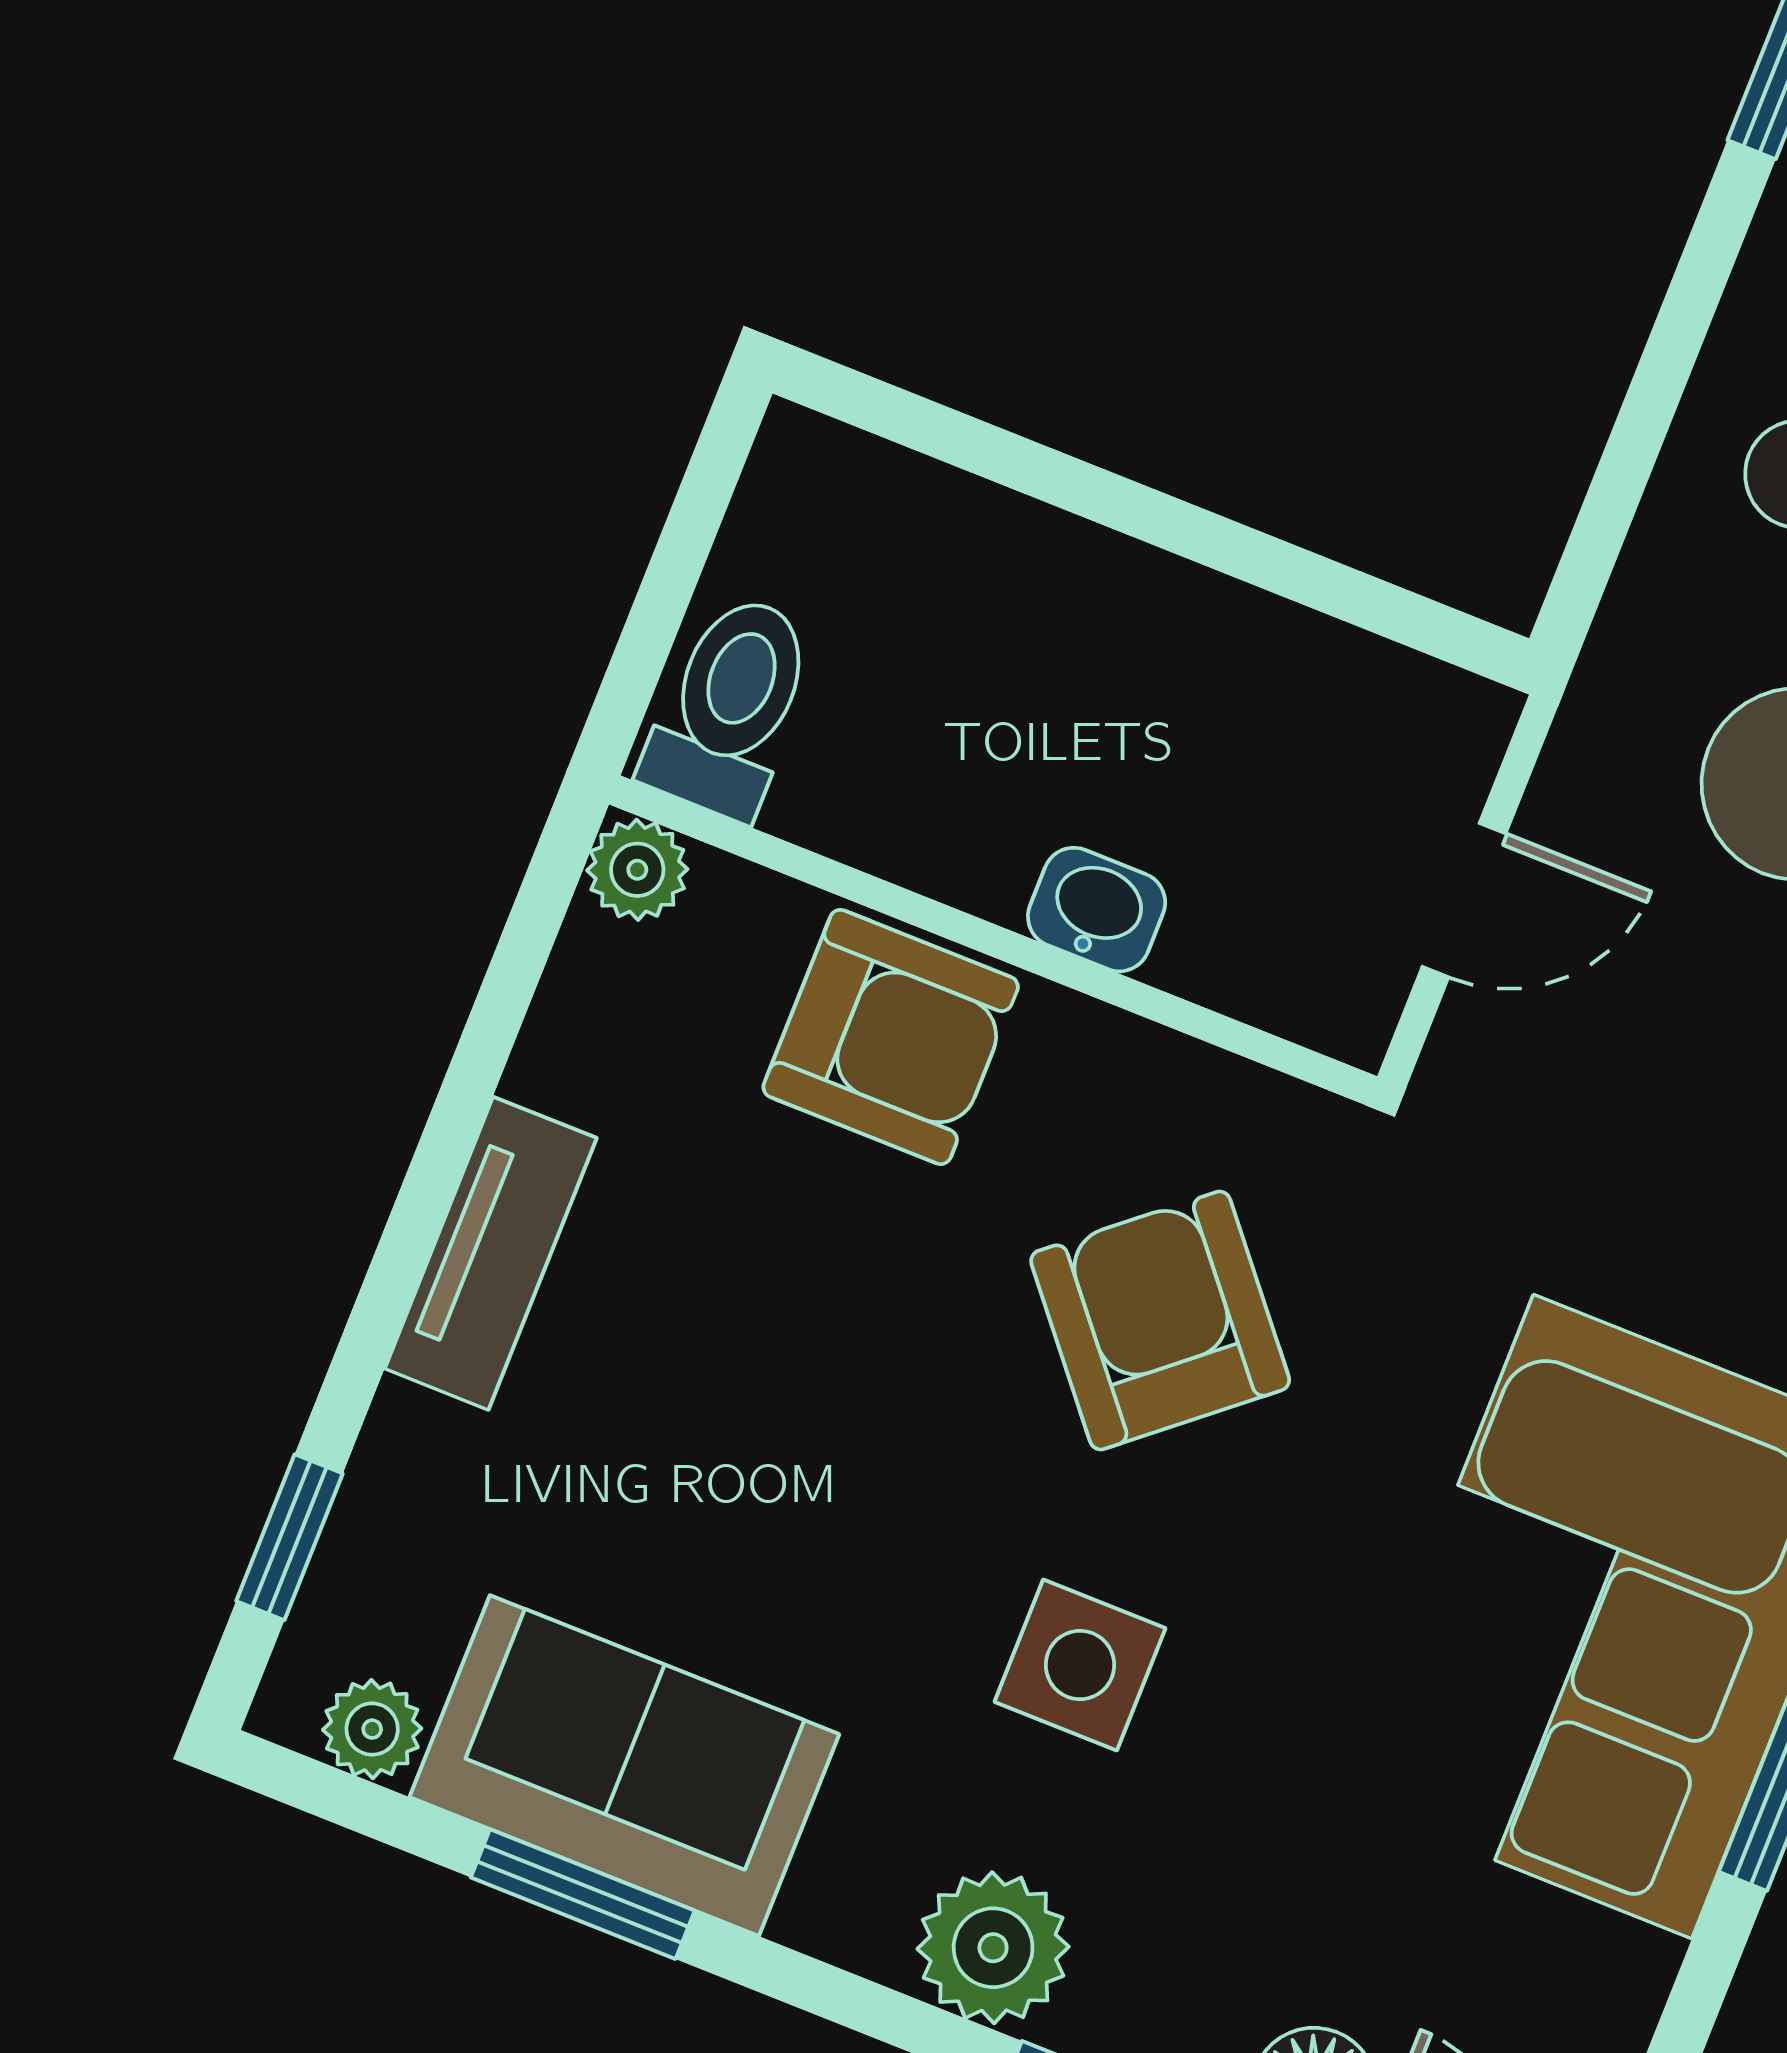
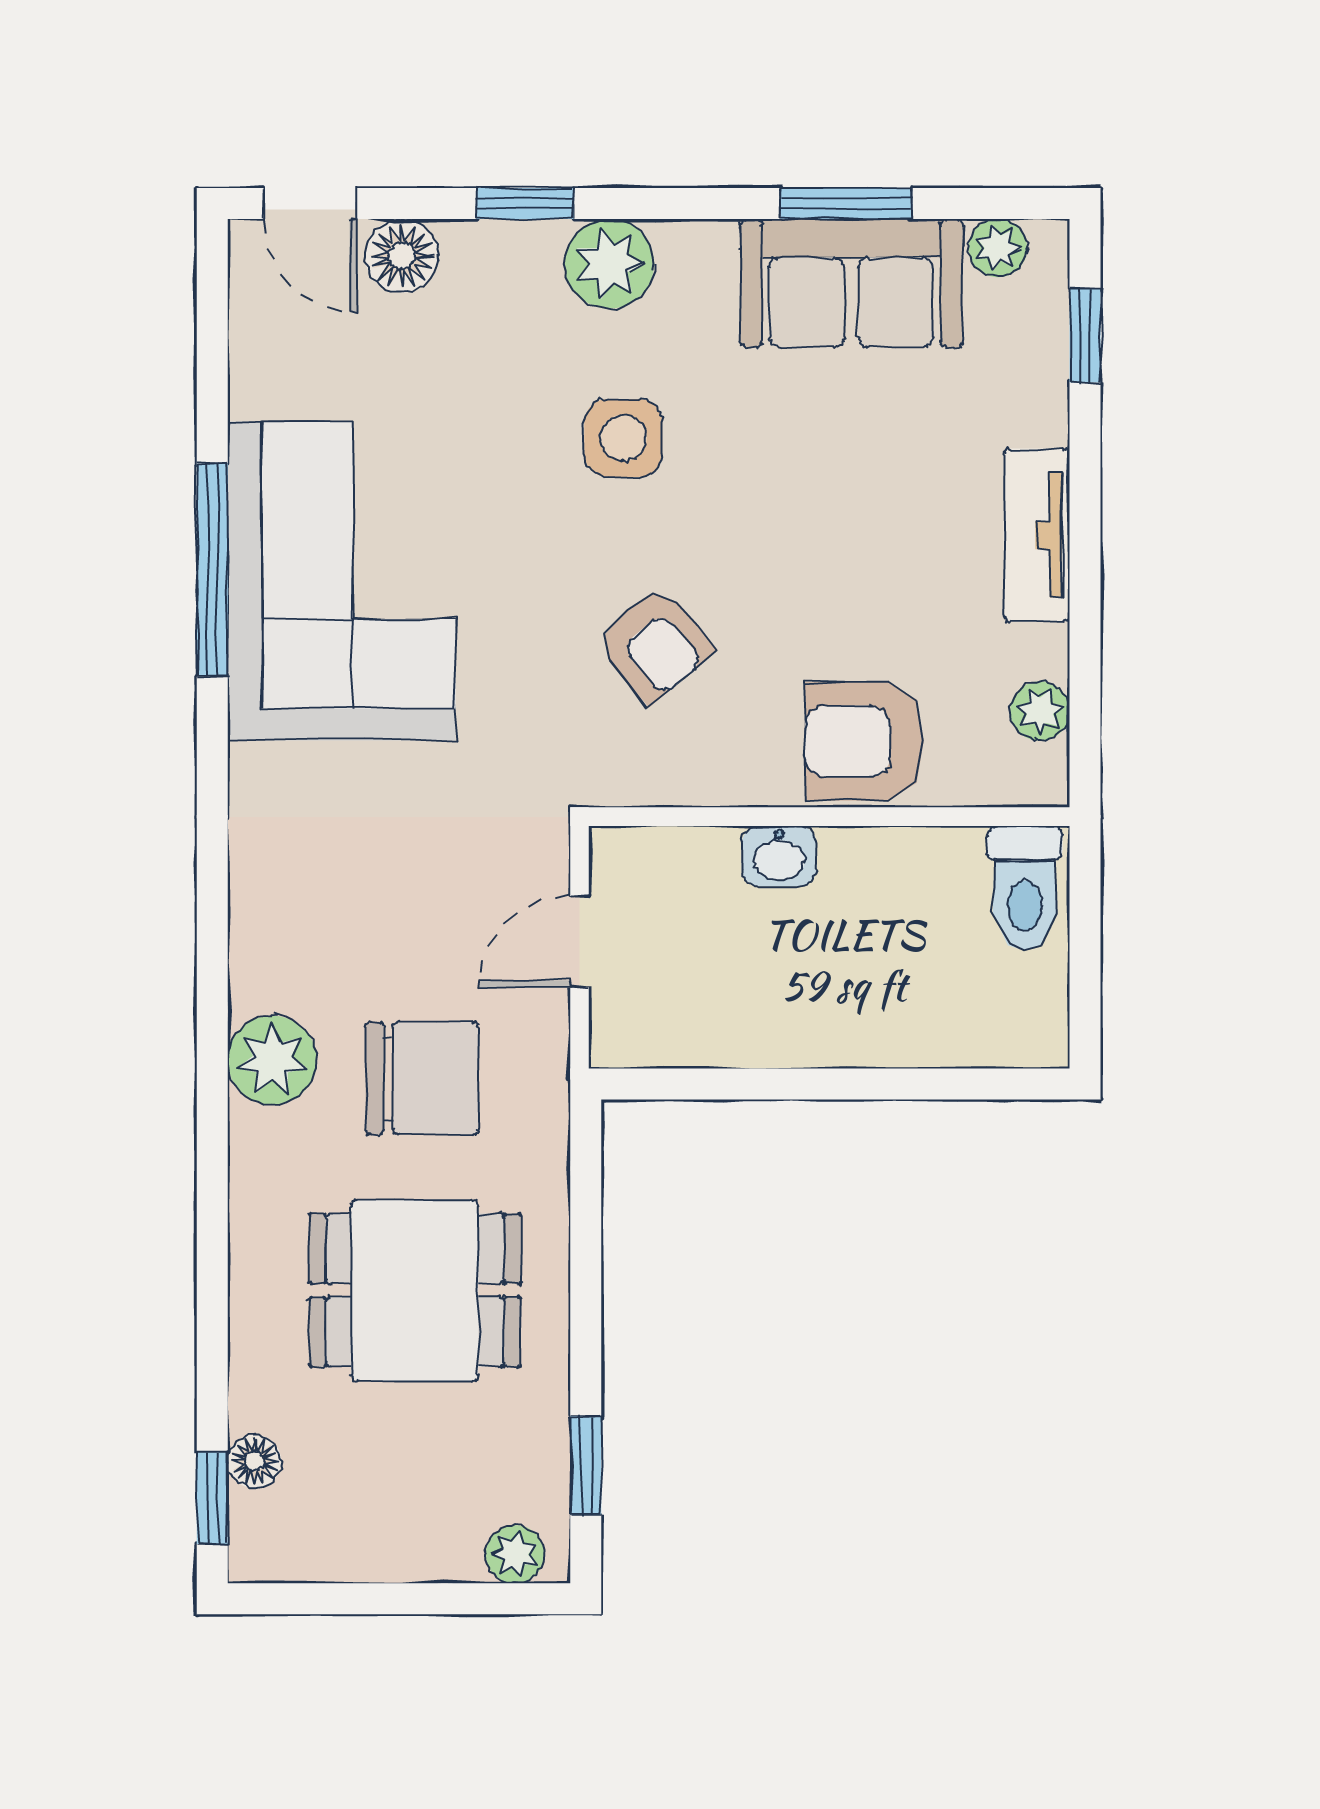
plant: (637, 870) -> (1040, 711), moved
armchair: (1160, 1320) -> (655, 645), width x0.72, depth x0.72

